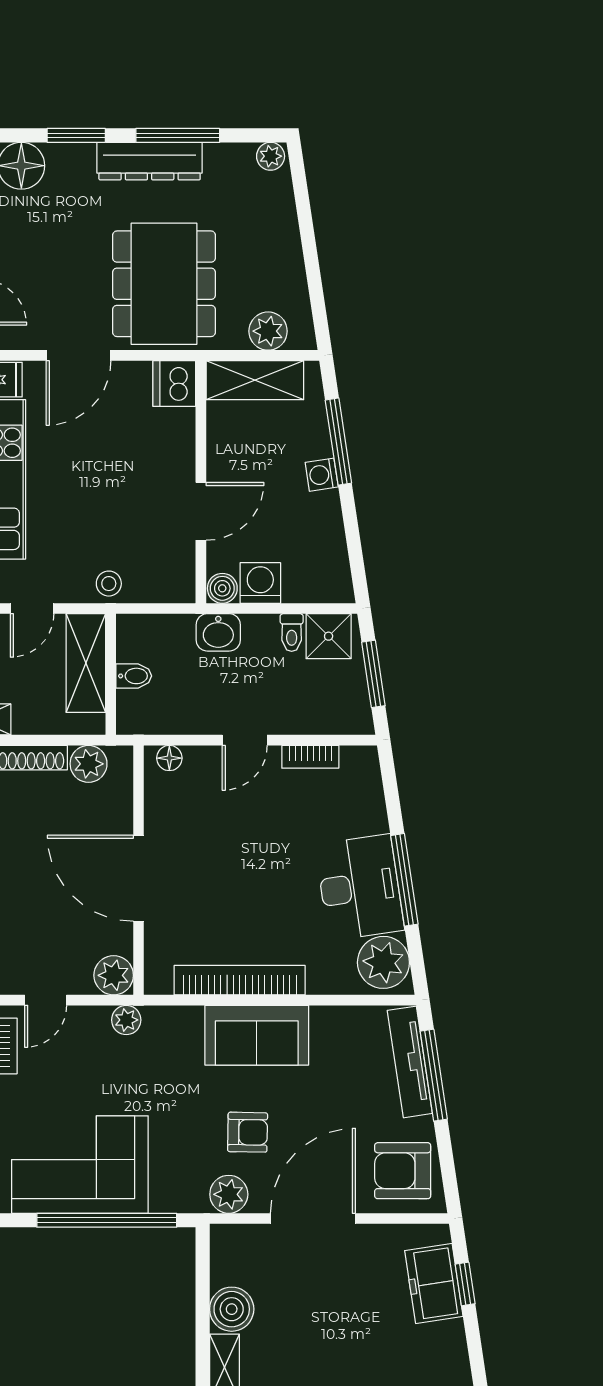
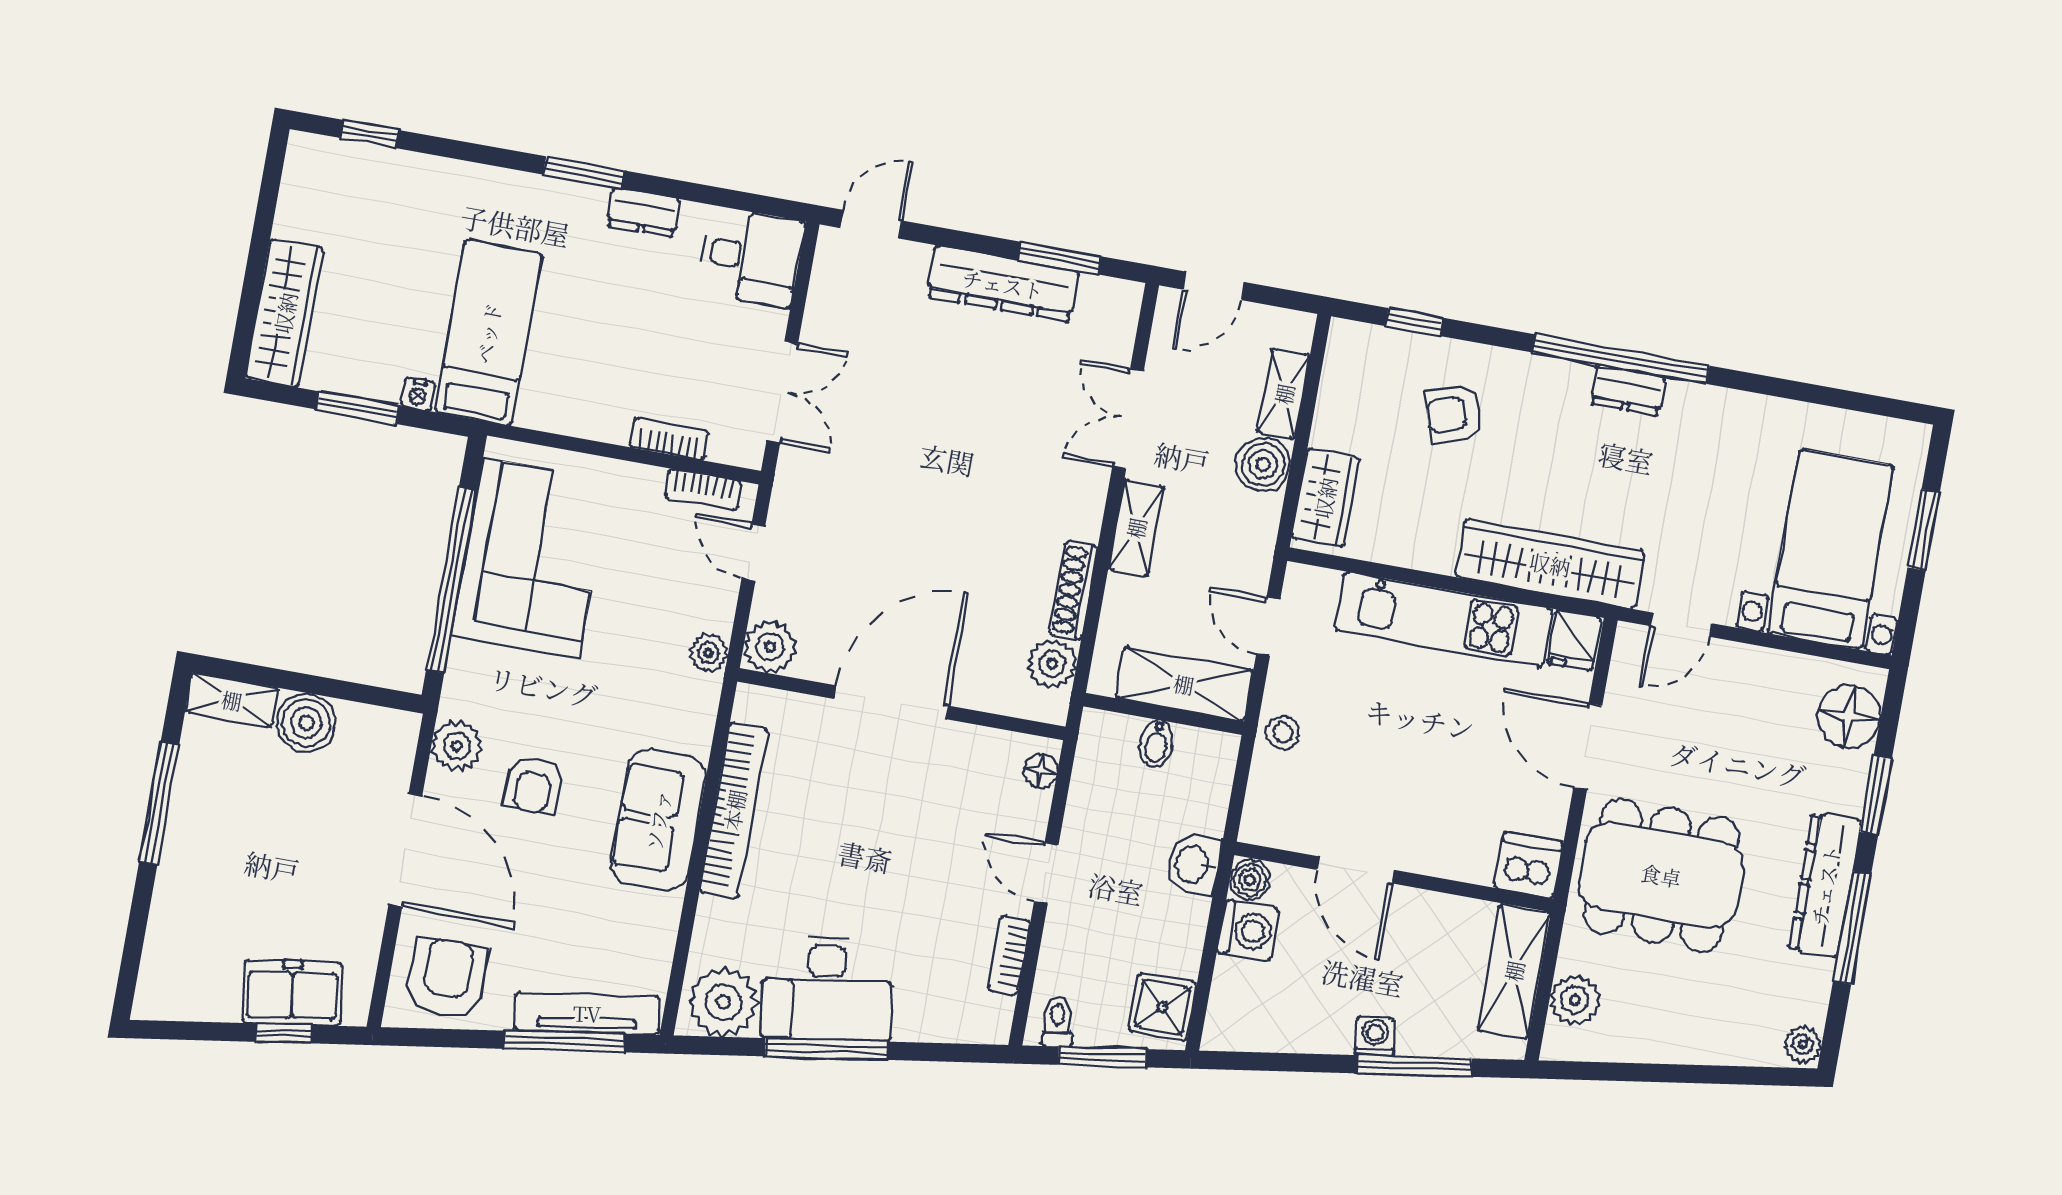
toilet: (292, 633) -> (1058, 1021), moved, turned 81

